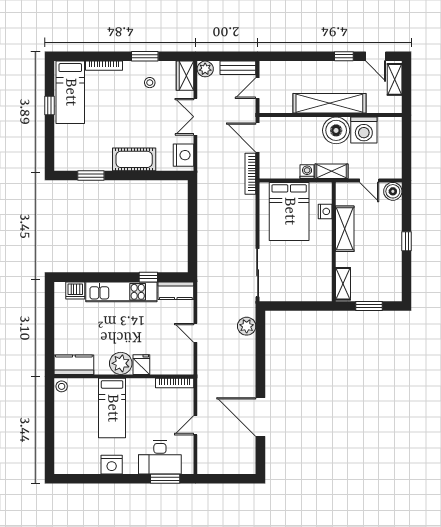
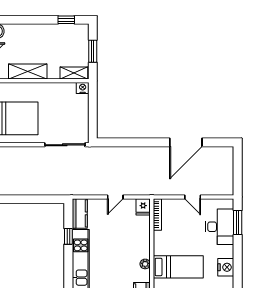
nightstand: (325, 211) -> (83, 88), moved
window: (407, 241) -> (66, 20), moved
plant: (247, 326) -> (110, 154), removed
plant: (121, 363) -> (145, 264), width x0.53, depth x0.53
fridge: (141, 365) -> (143, 207), moved, turned -90

